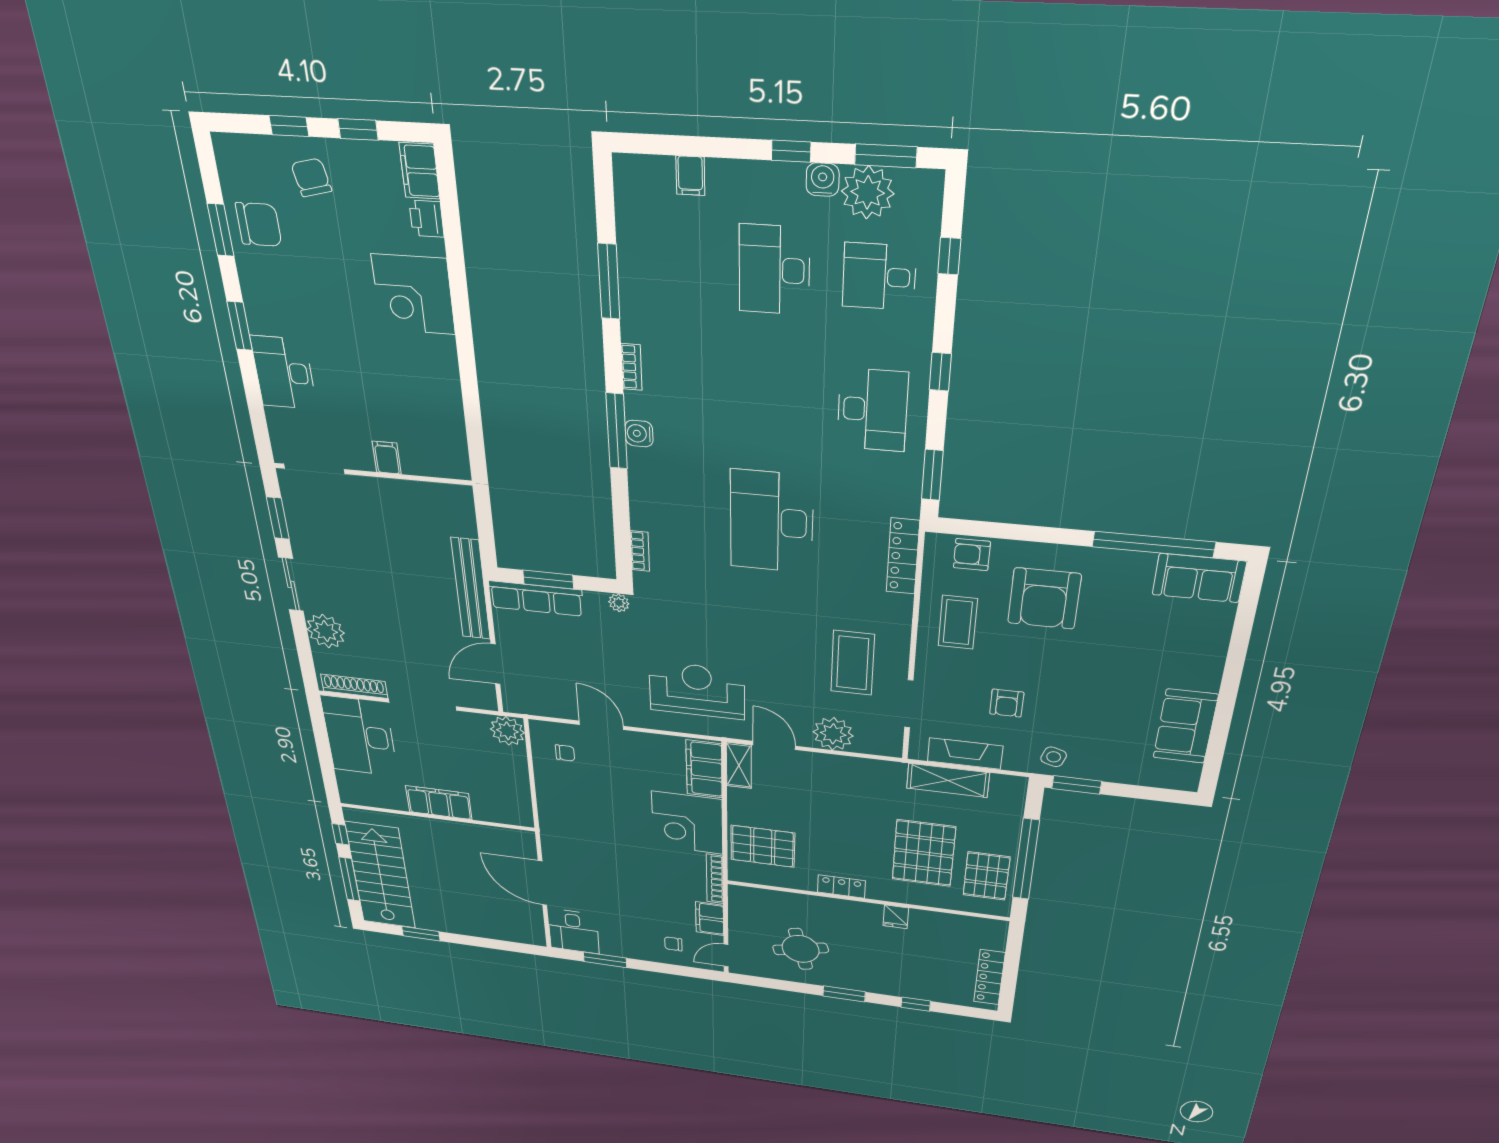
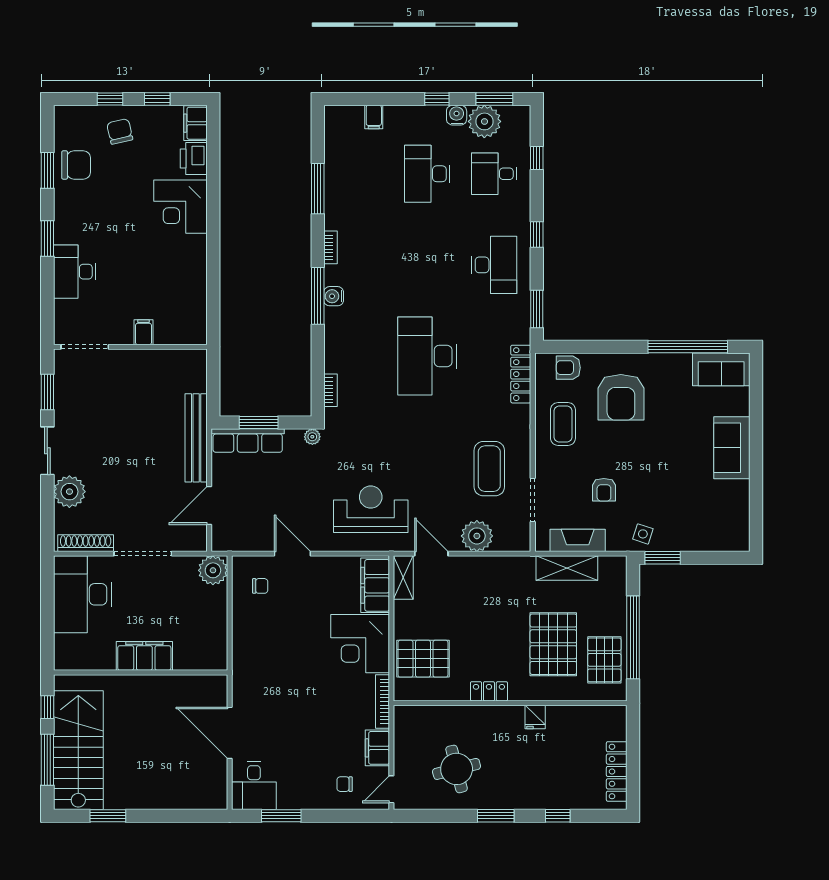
printer: (427, 219) -> (194, 158), width x1.36, depth x1.24
sofa: (1185, 726) -> (732, 448), moved

